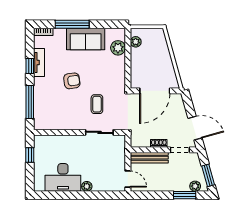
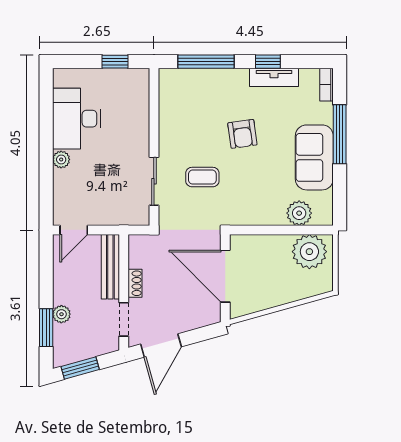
plant: (136, 42) -> (309, 252), width x1.87, depth x1.87
plant: (195, 186) -> (61, 314), moved

